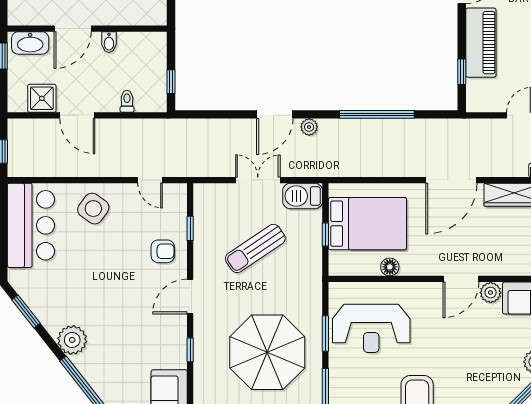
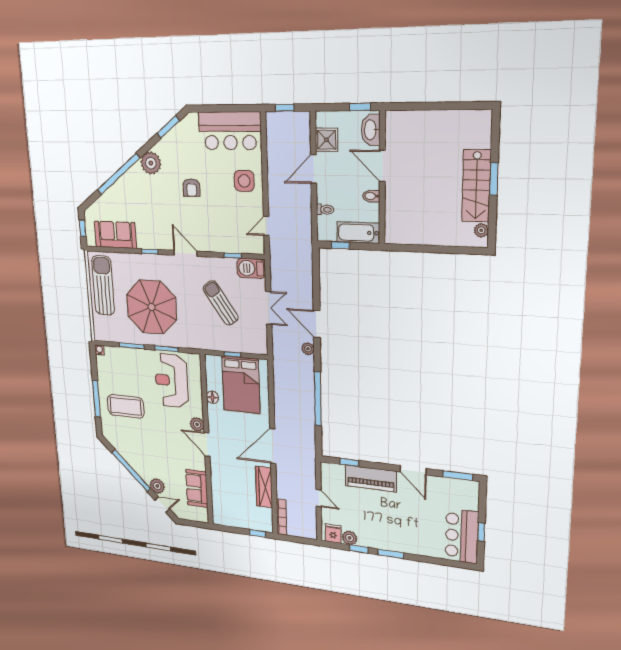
bathtub: (154, 59) -> (358, 233), added
door: (451, 180) -> (273, 446), hinge flipped
barbecue: (303, 196) -> (251, 268), moved, turned -90
side table: (93, 209) -> (244, 181), turned -36
armchair: (163, 251) -> (191, 188), moved
plant: (491, 293) -> (197, 424), moved

